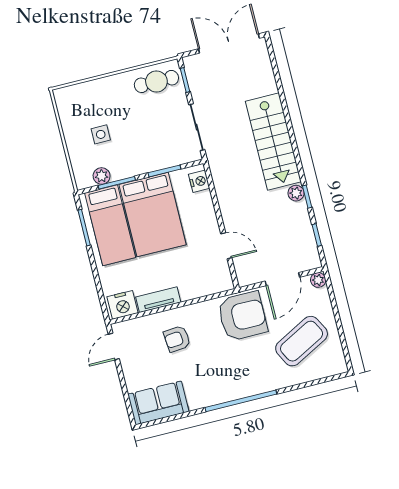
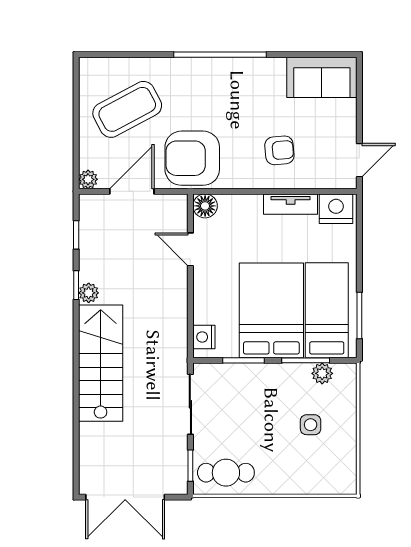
floor lamp: (223, 282) -> (205, 206), added

